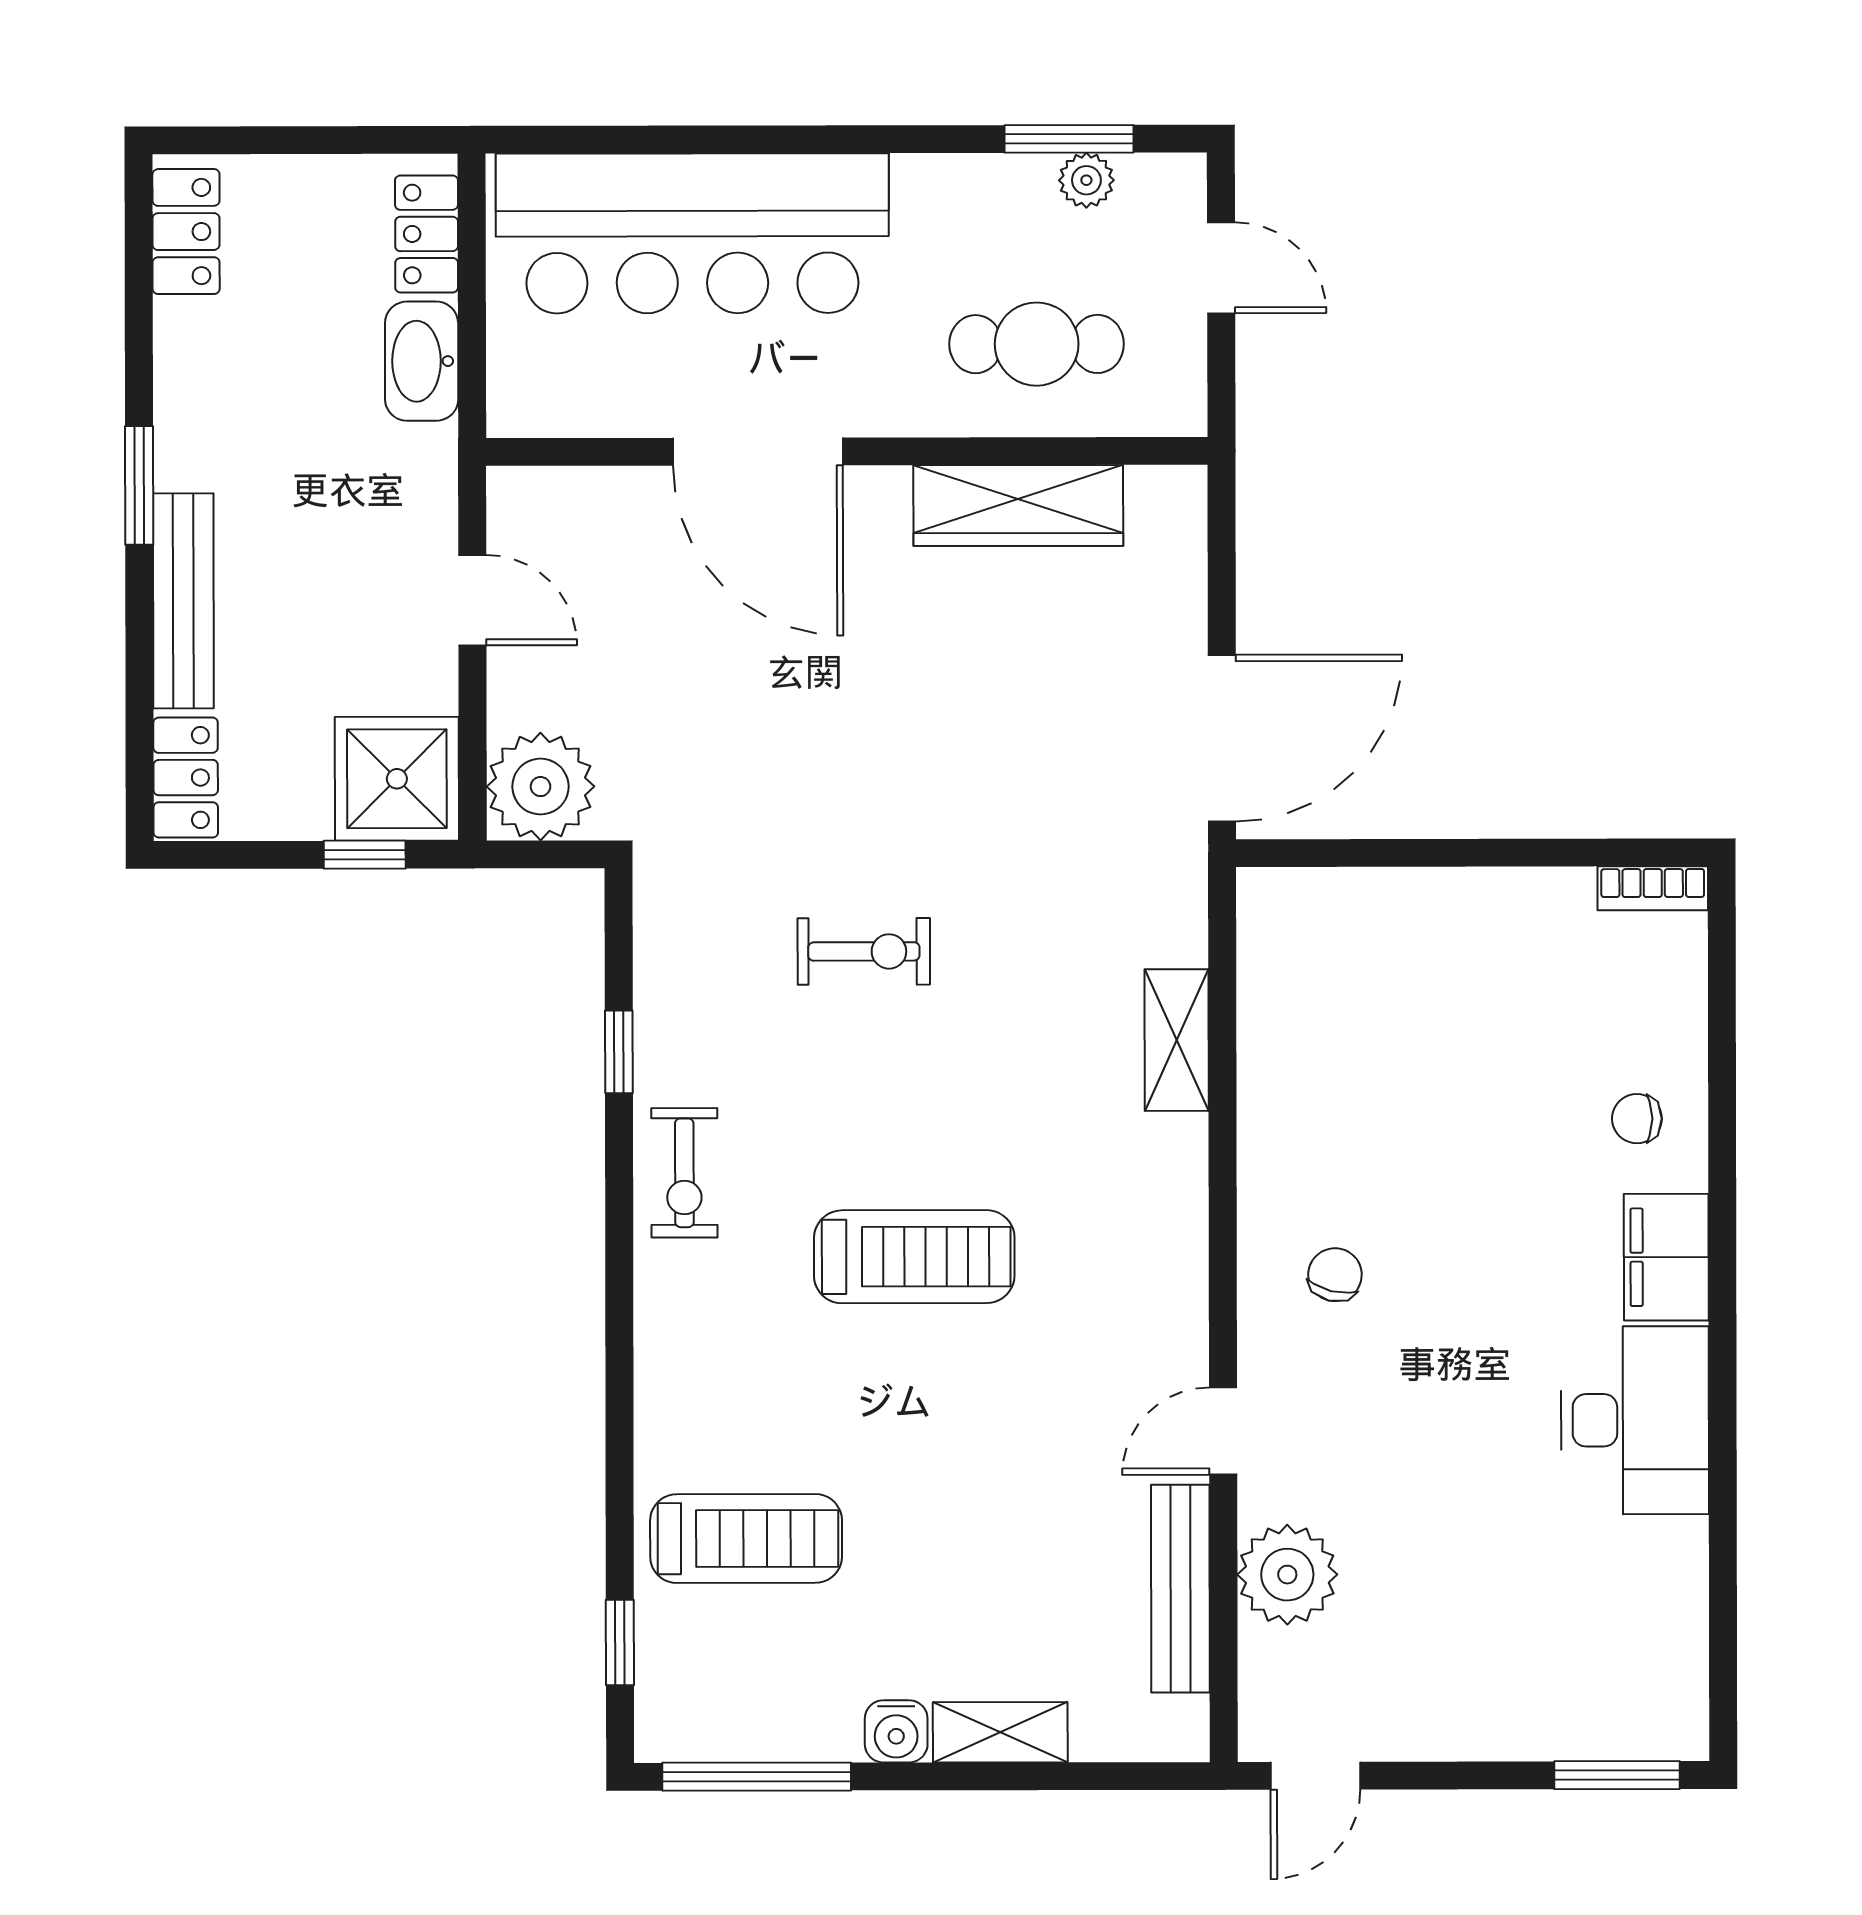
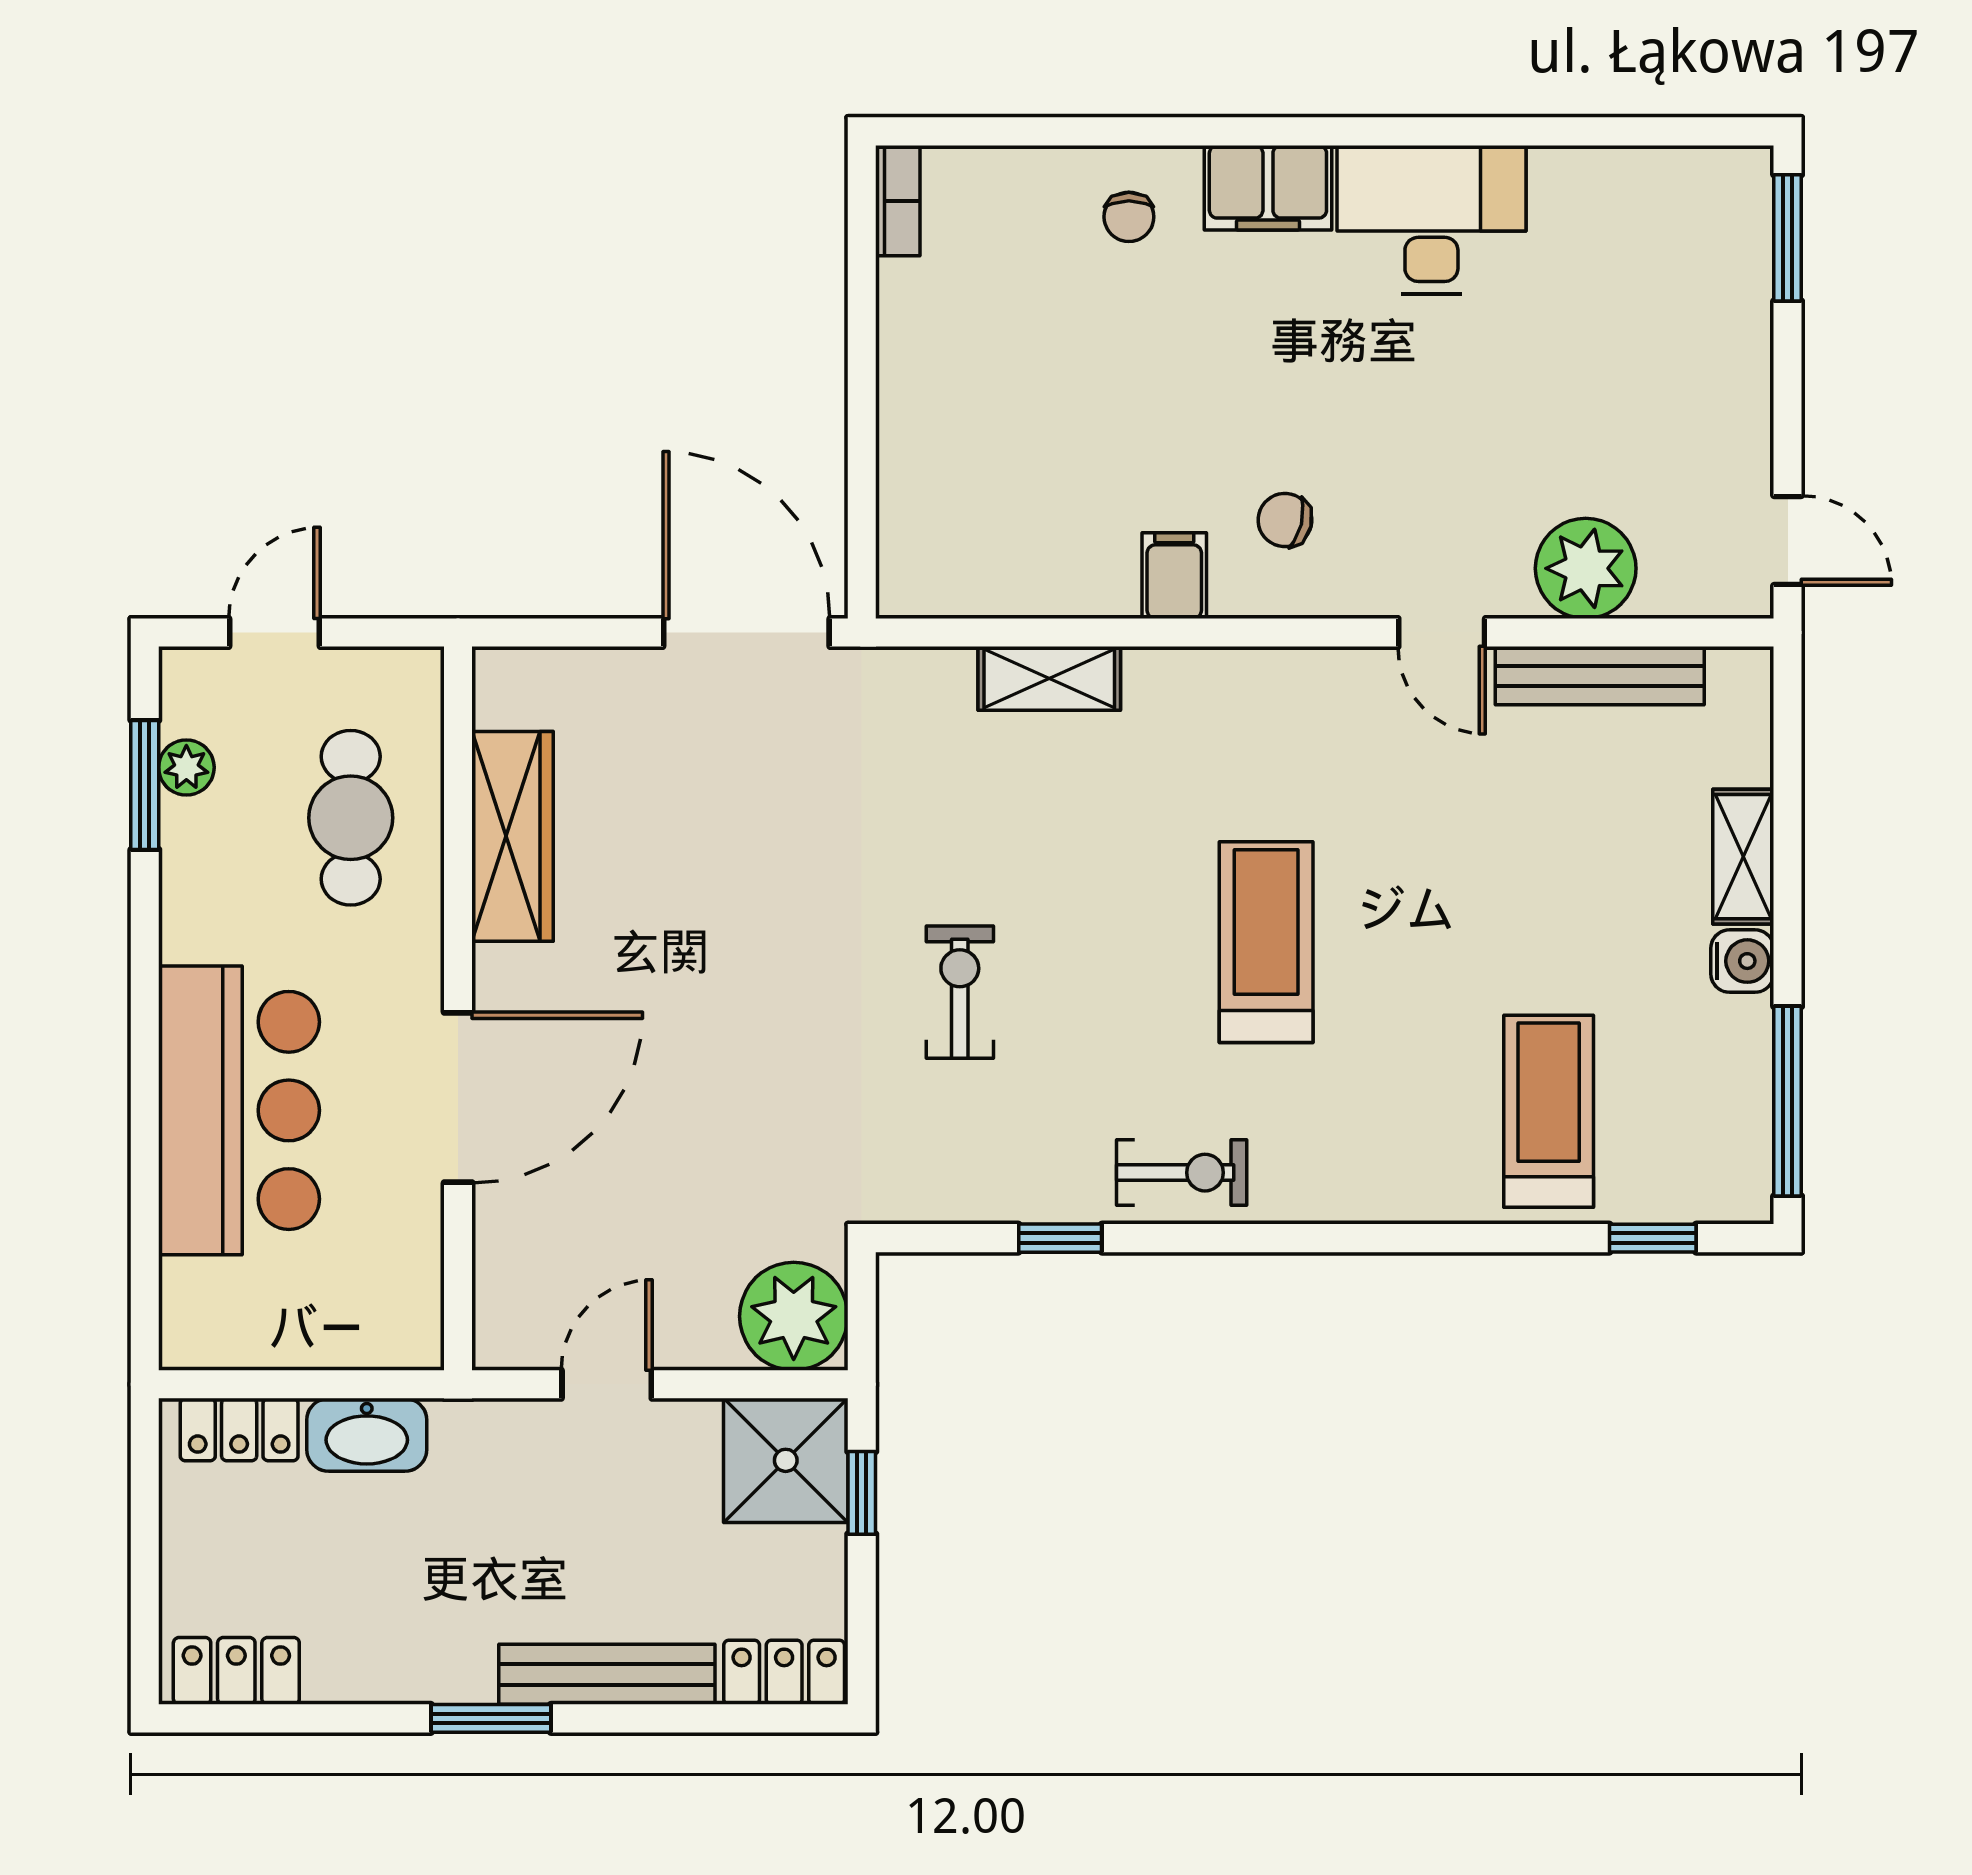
bar counter: (692, 233) -> (239, 1110), width x0.73
filing cabinet: (1279, 1164) -> (1174, 576), added

